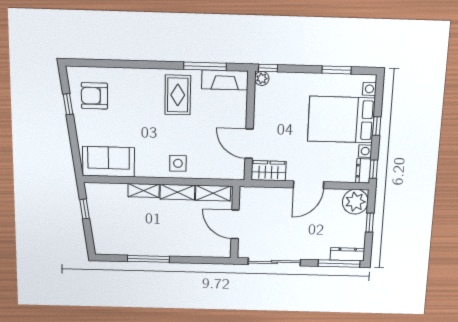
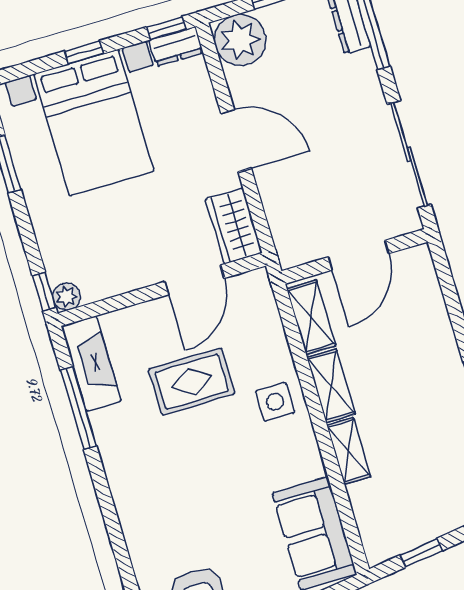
rug: (178, 95) -> (192, 382), moved

